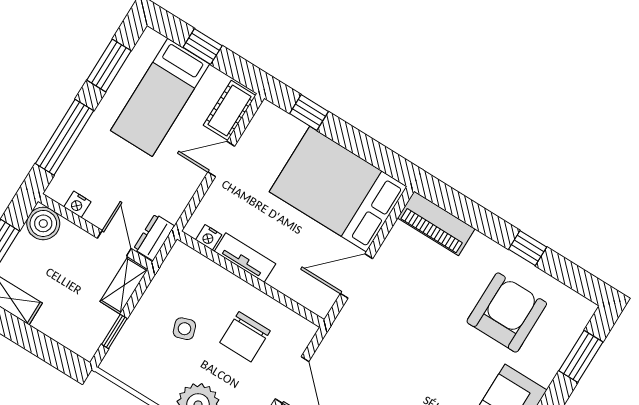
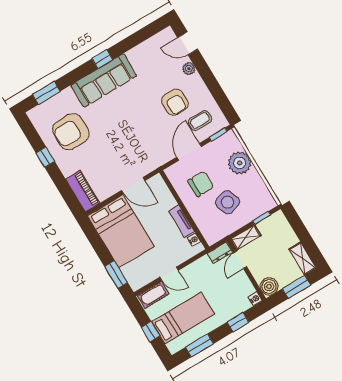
window: (309, 113) -> (116, 275), width x1.50
window: (64, 137) -> (238, 322), width x0.46
nightstand: (77, 204) -> (255, 299), moved
side table: (184, 329) -> (228, 202), width x1.87, depth x1.87

